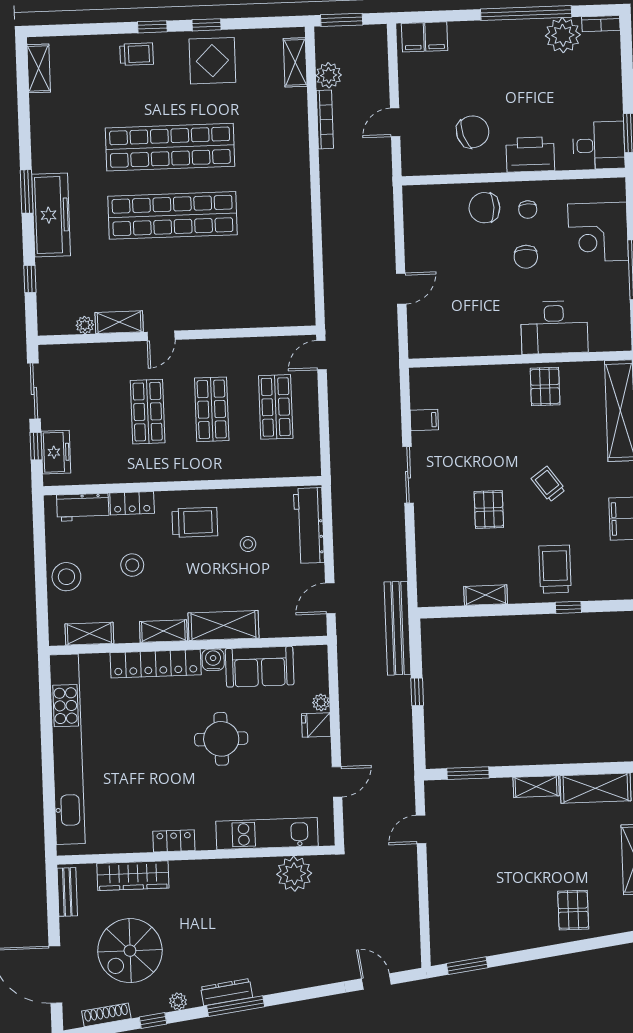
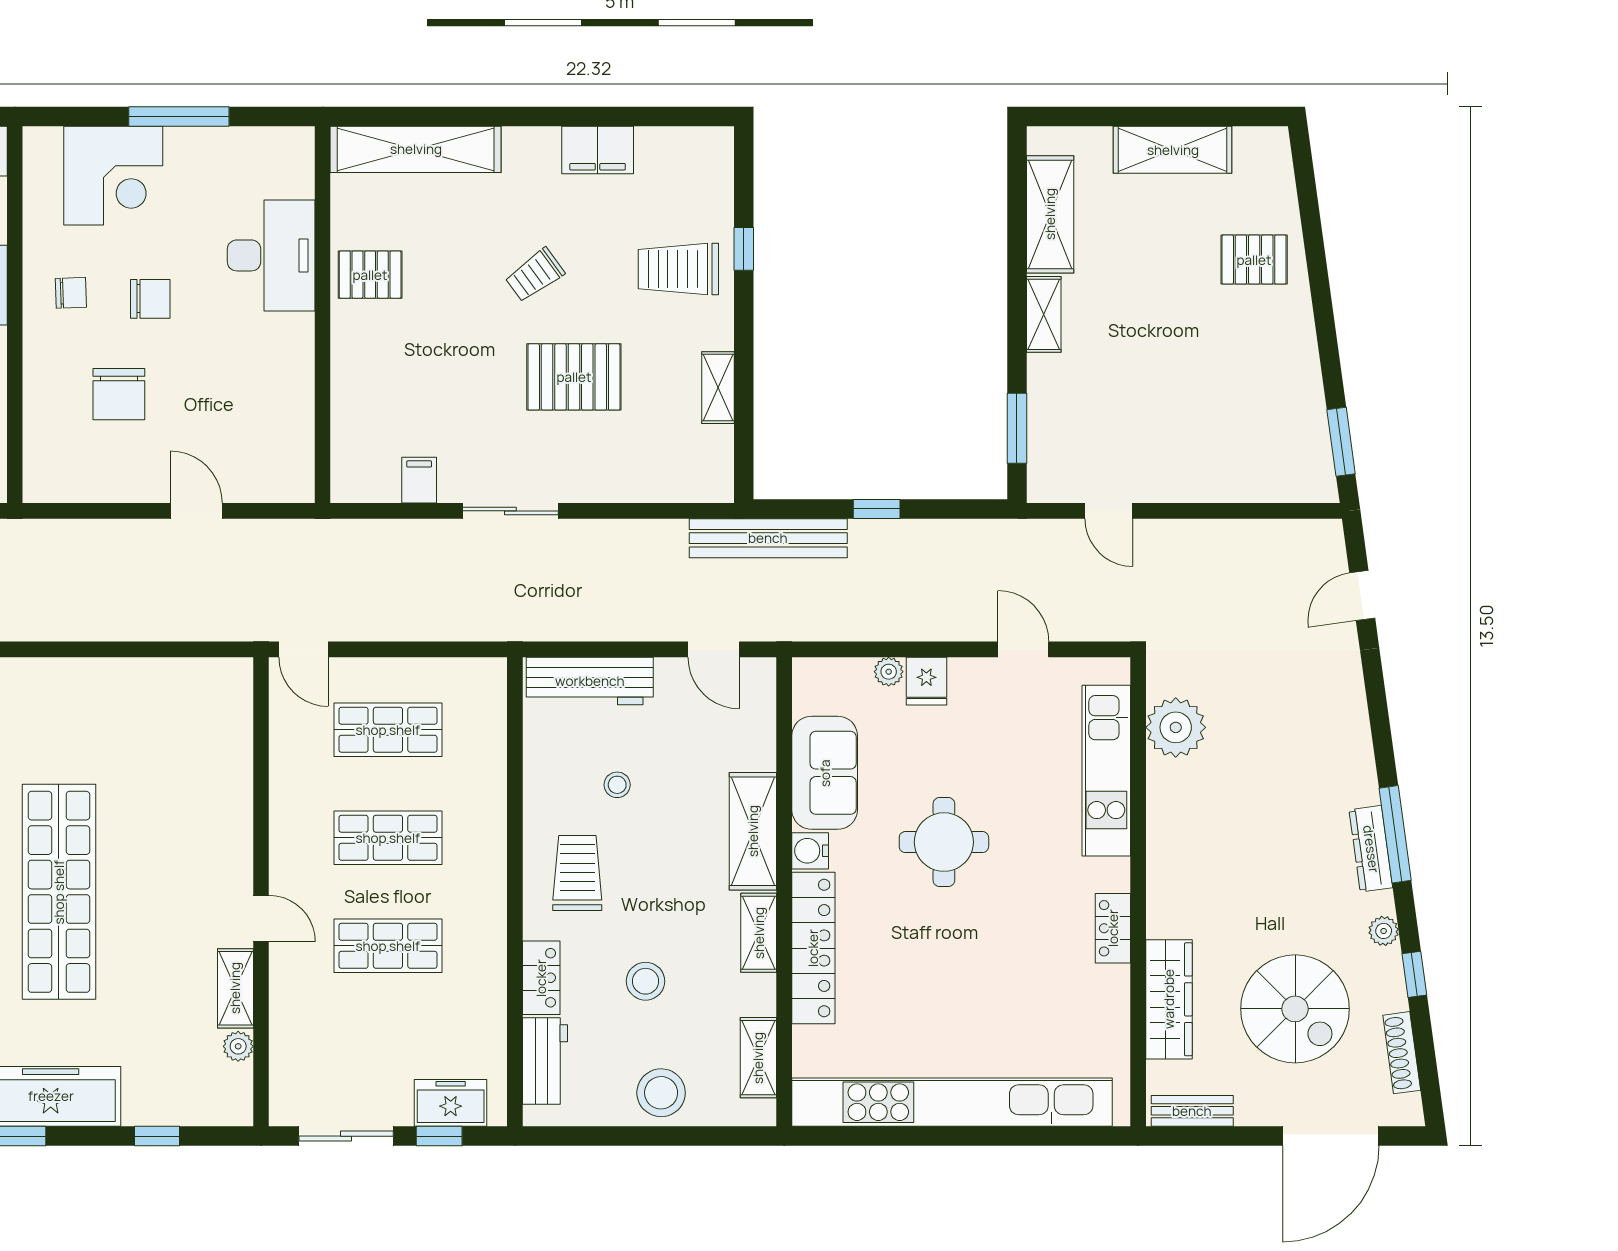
chair: (484, 208) -> (119, 394), moved
pallet: (489, 510) -> (574, 377), width x1.50, depth x1.42

